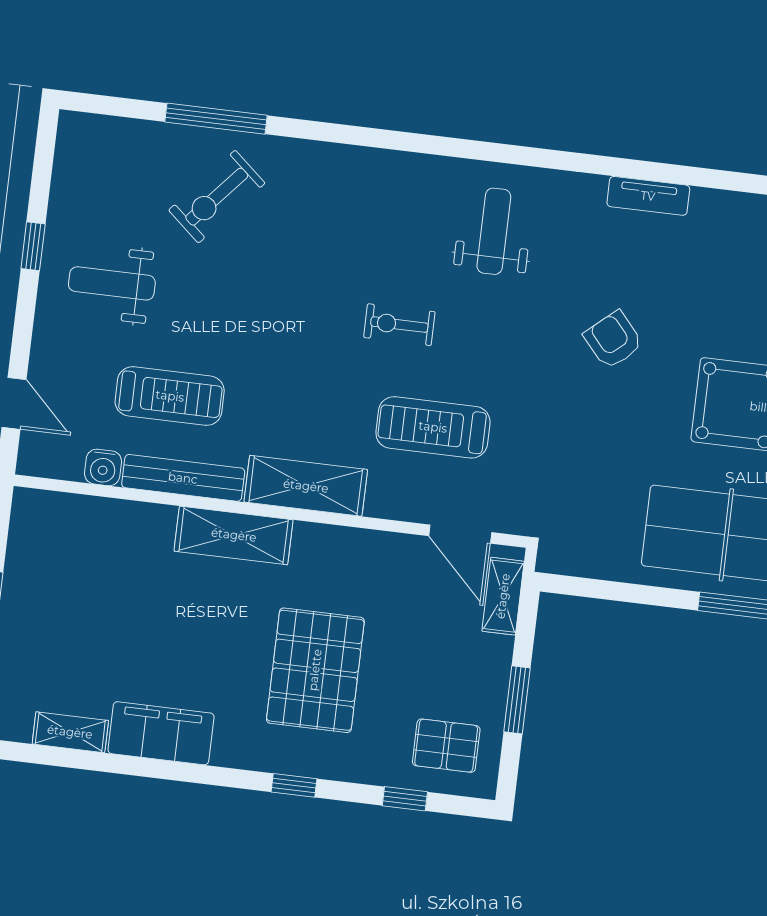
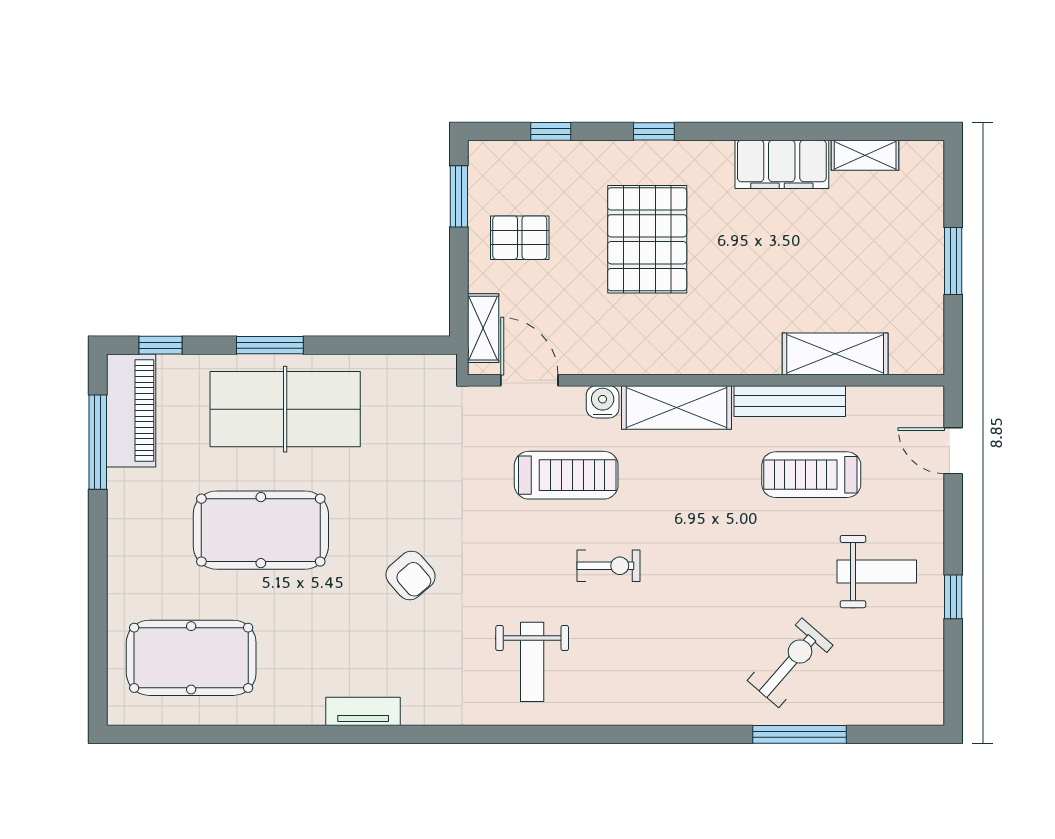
tv unit: (648, 196) -> (363, 711), moved
water cooler: (103, 467) -> (603, 402), moved
shelving: (234, 535) -> (835, 354), moved
window: (517, 700) -> (459, 196), moved
pallet: (446, 746) -> (520, 238), moved

